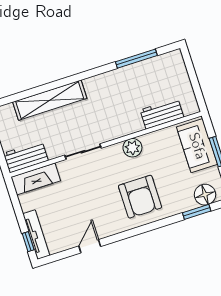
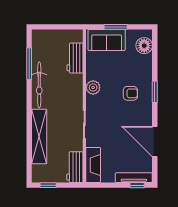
bicycle: (114, 80) -> (39, 85), added
armchair: (140, 197) -> (130, 93), width x0.53, depth x0.53
window: (197, 212) -> (155, 92), moved
door: (90, 246) -> (155, 142), width x1.87

